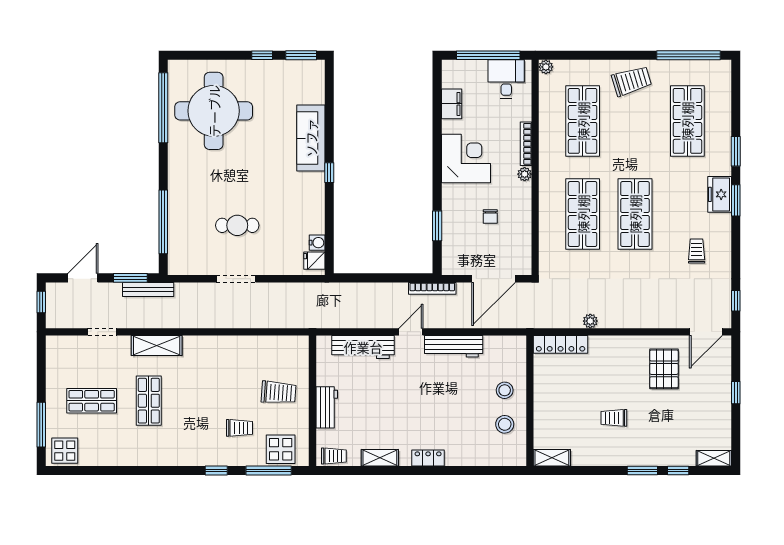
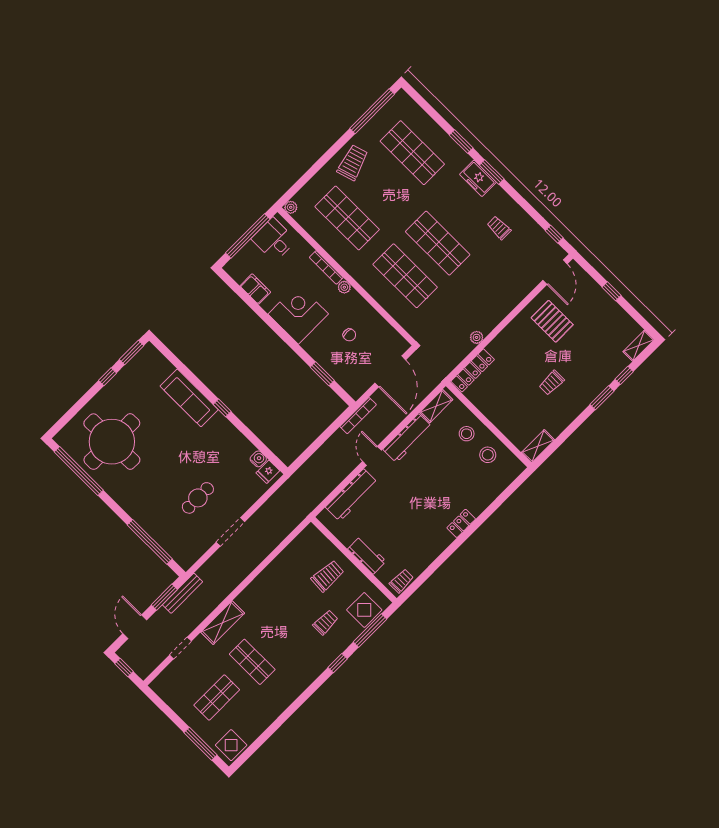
shelving: (380, 458) -> (436, 406), moved

